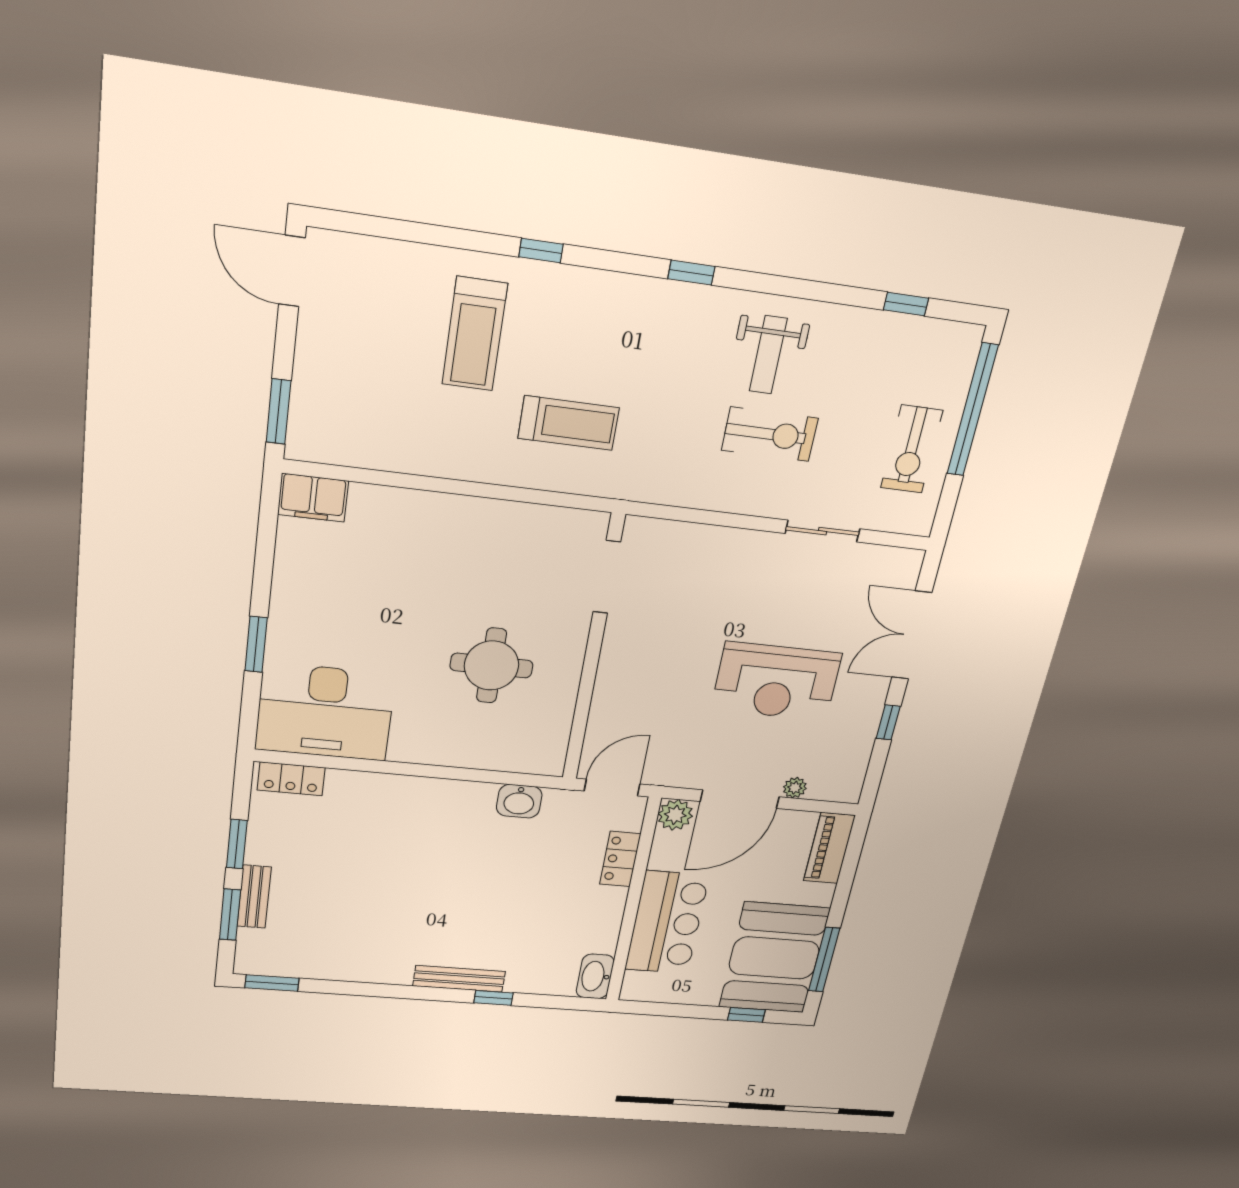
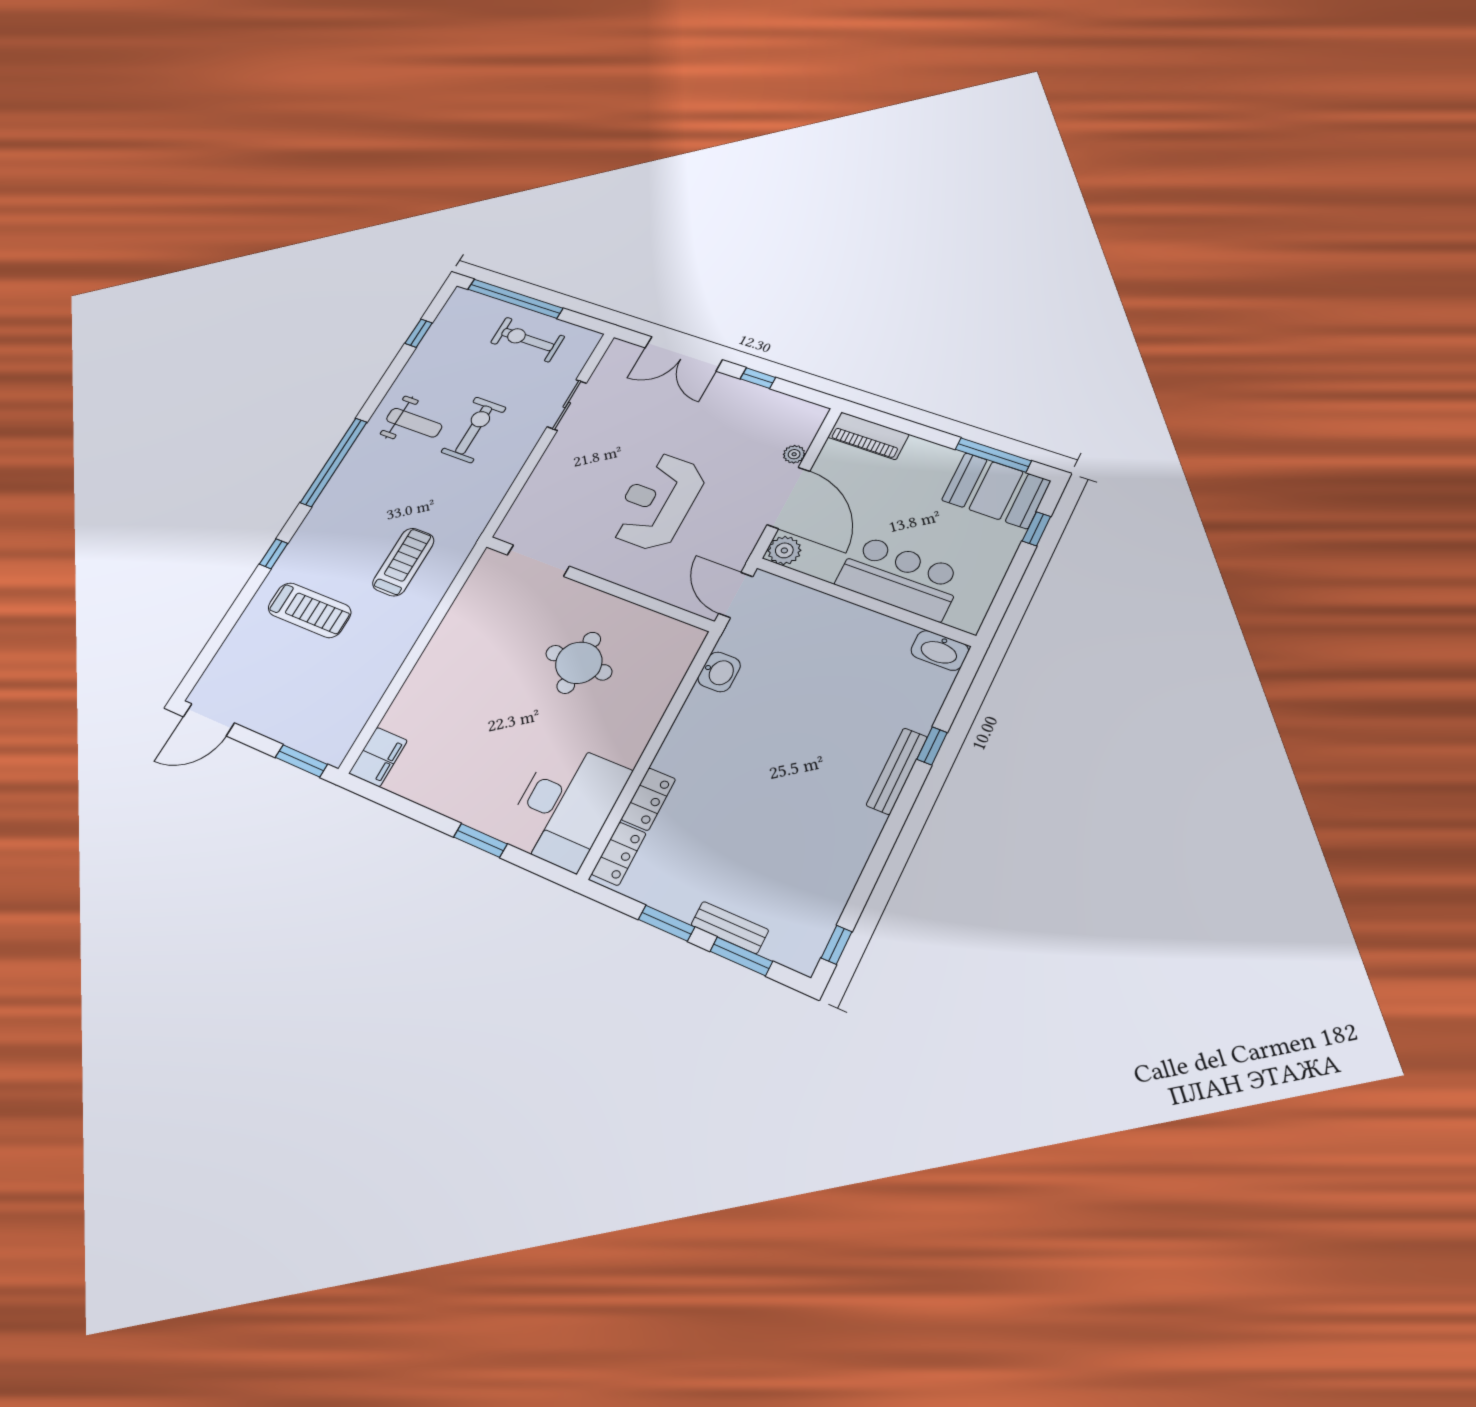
window: (691, 273) -> (334, 462), width x3.17
exercise bike: (912, 449) -> (528, 340), turned 180
reception desk: (776, 681) -> (658, 502), moved, turned 180
locker: (620, 859) -> (648, 799), moved, turned -90
booth: (774, 958) -> (996, 491), width x0.73, depth x0.70
window: (272, 983) -> (836, 945), width x0.67

